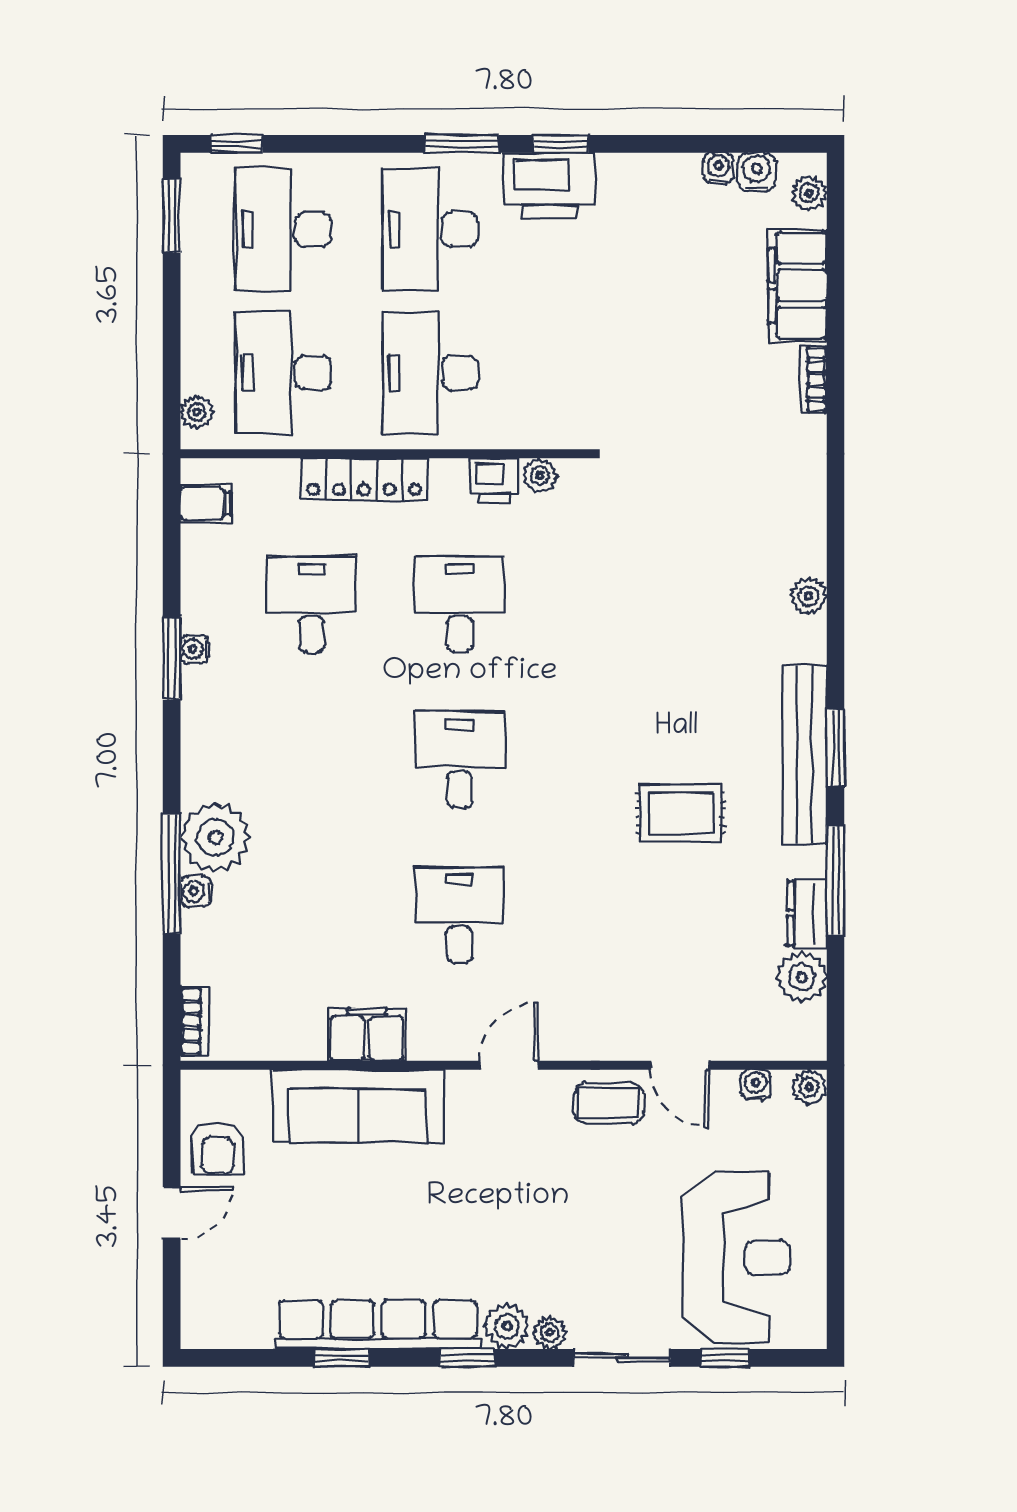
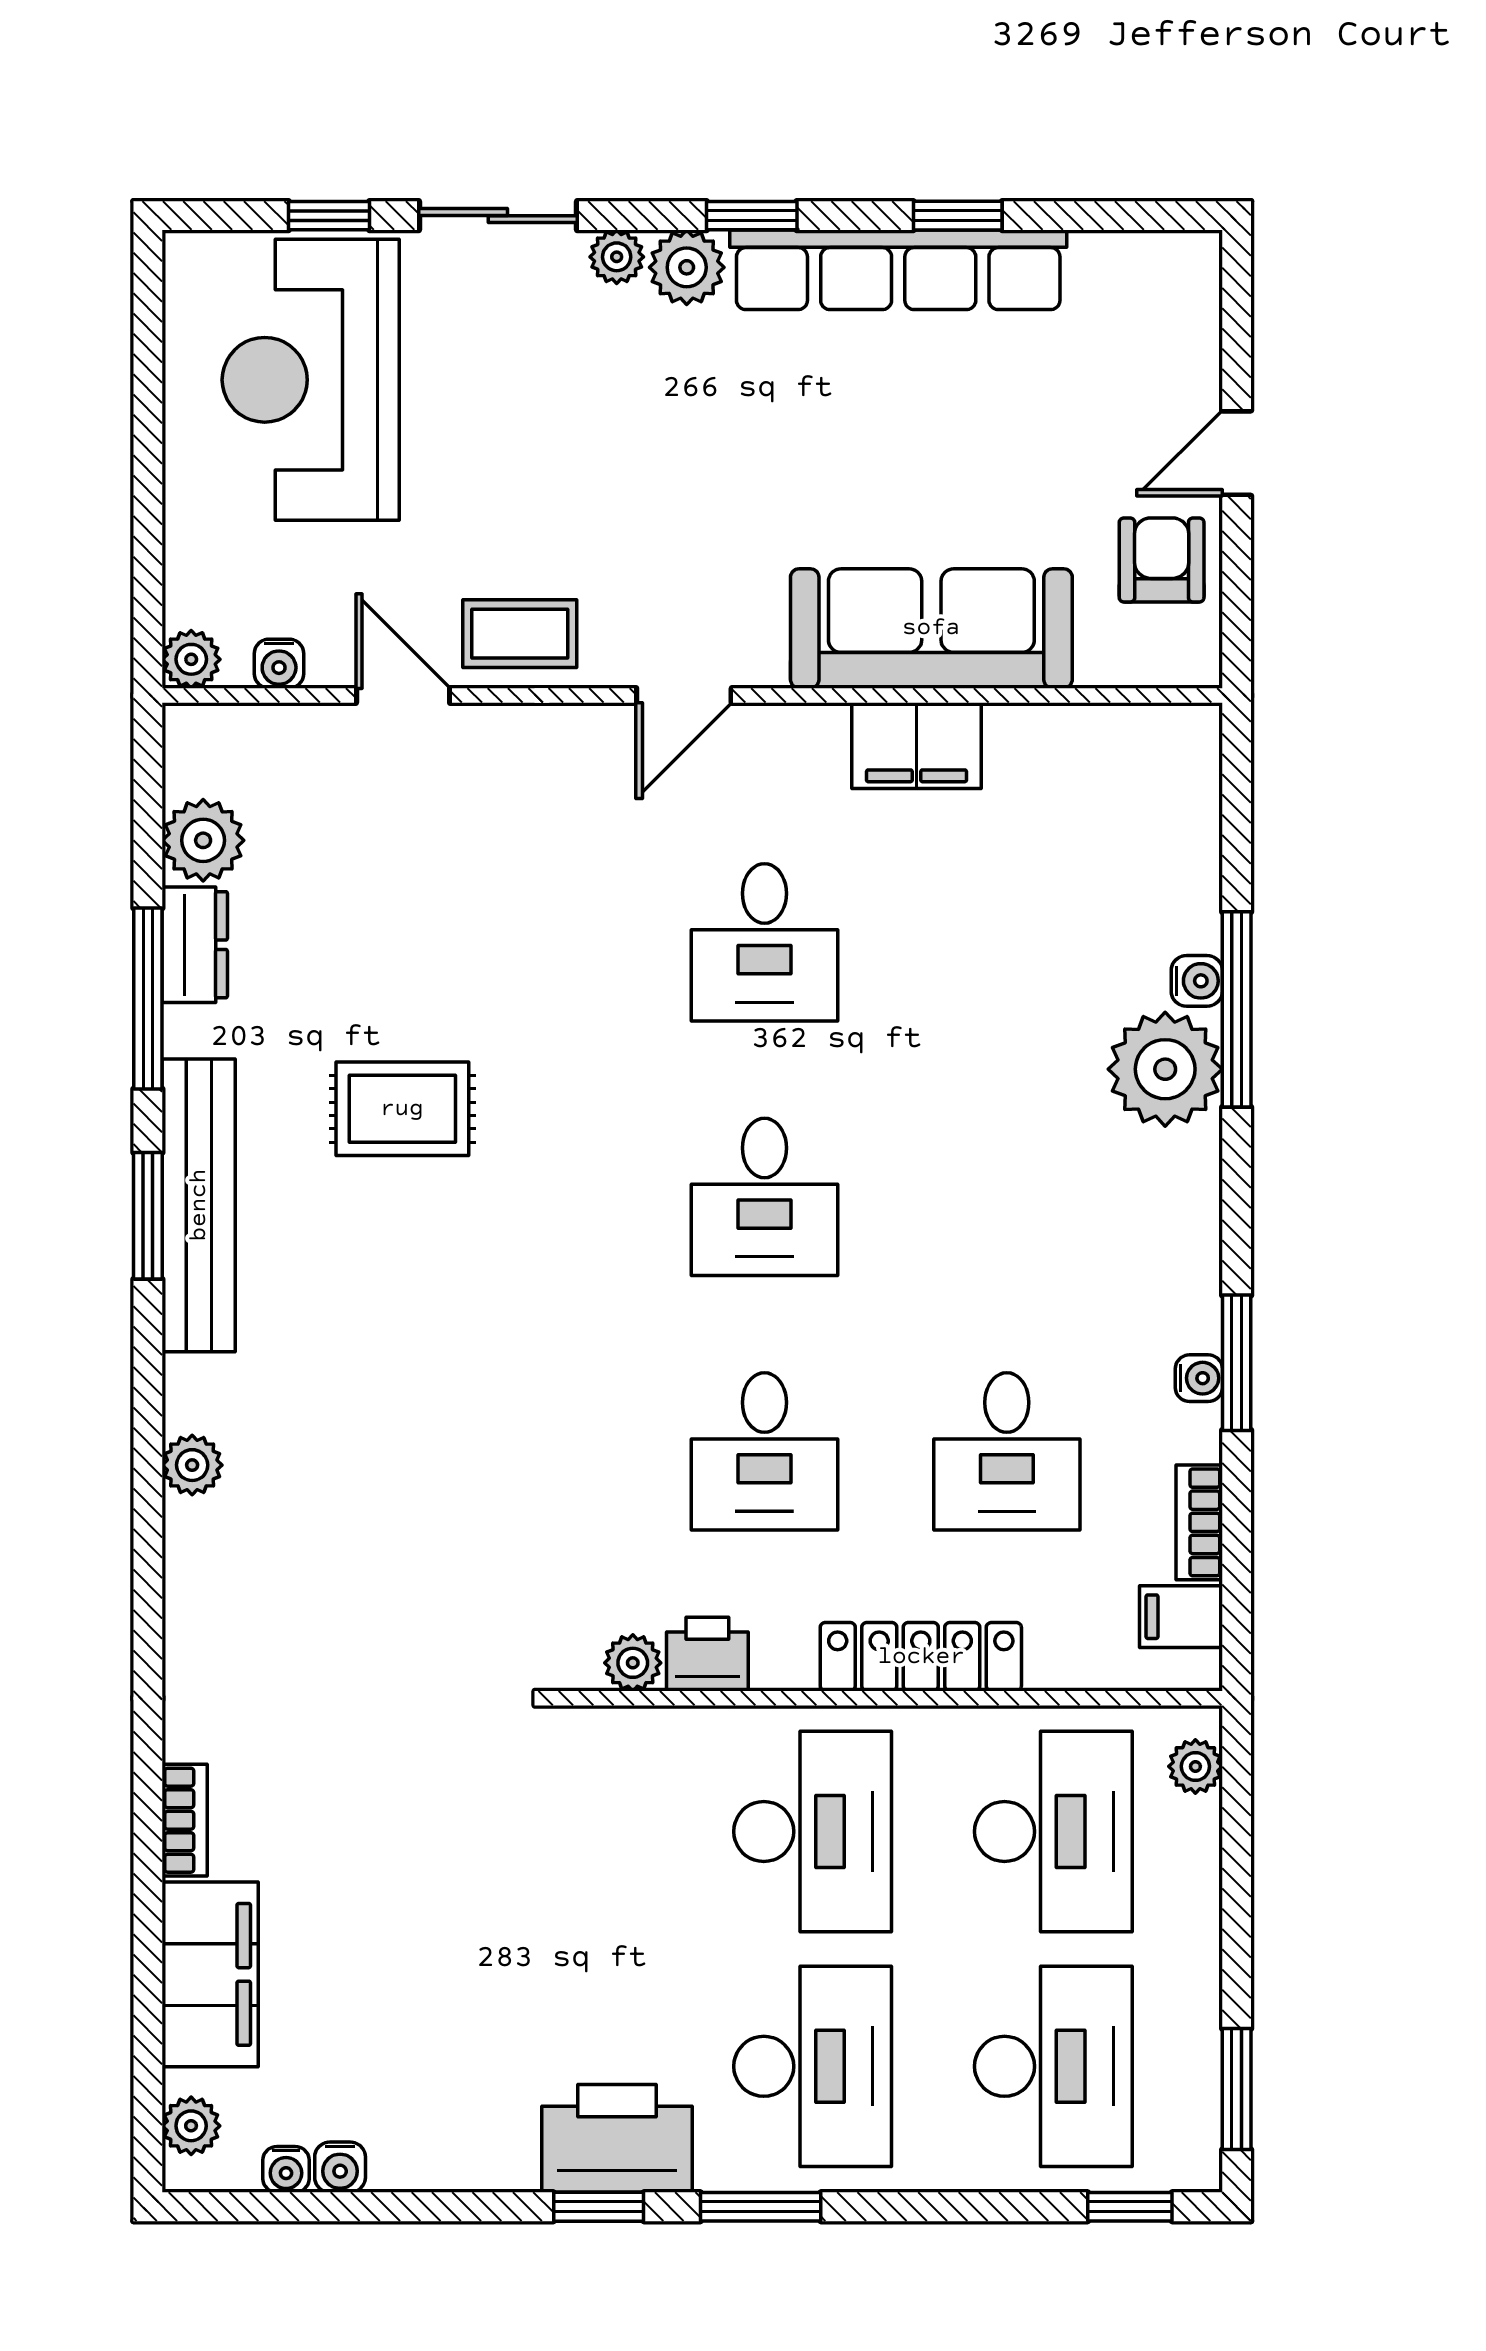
water cooler: (757, 172) -> (286, 2169), width x0.72, depth x0.72
bookcase: (194, 1021) -> (1199, 1522), moved

